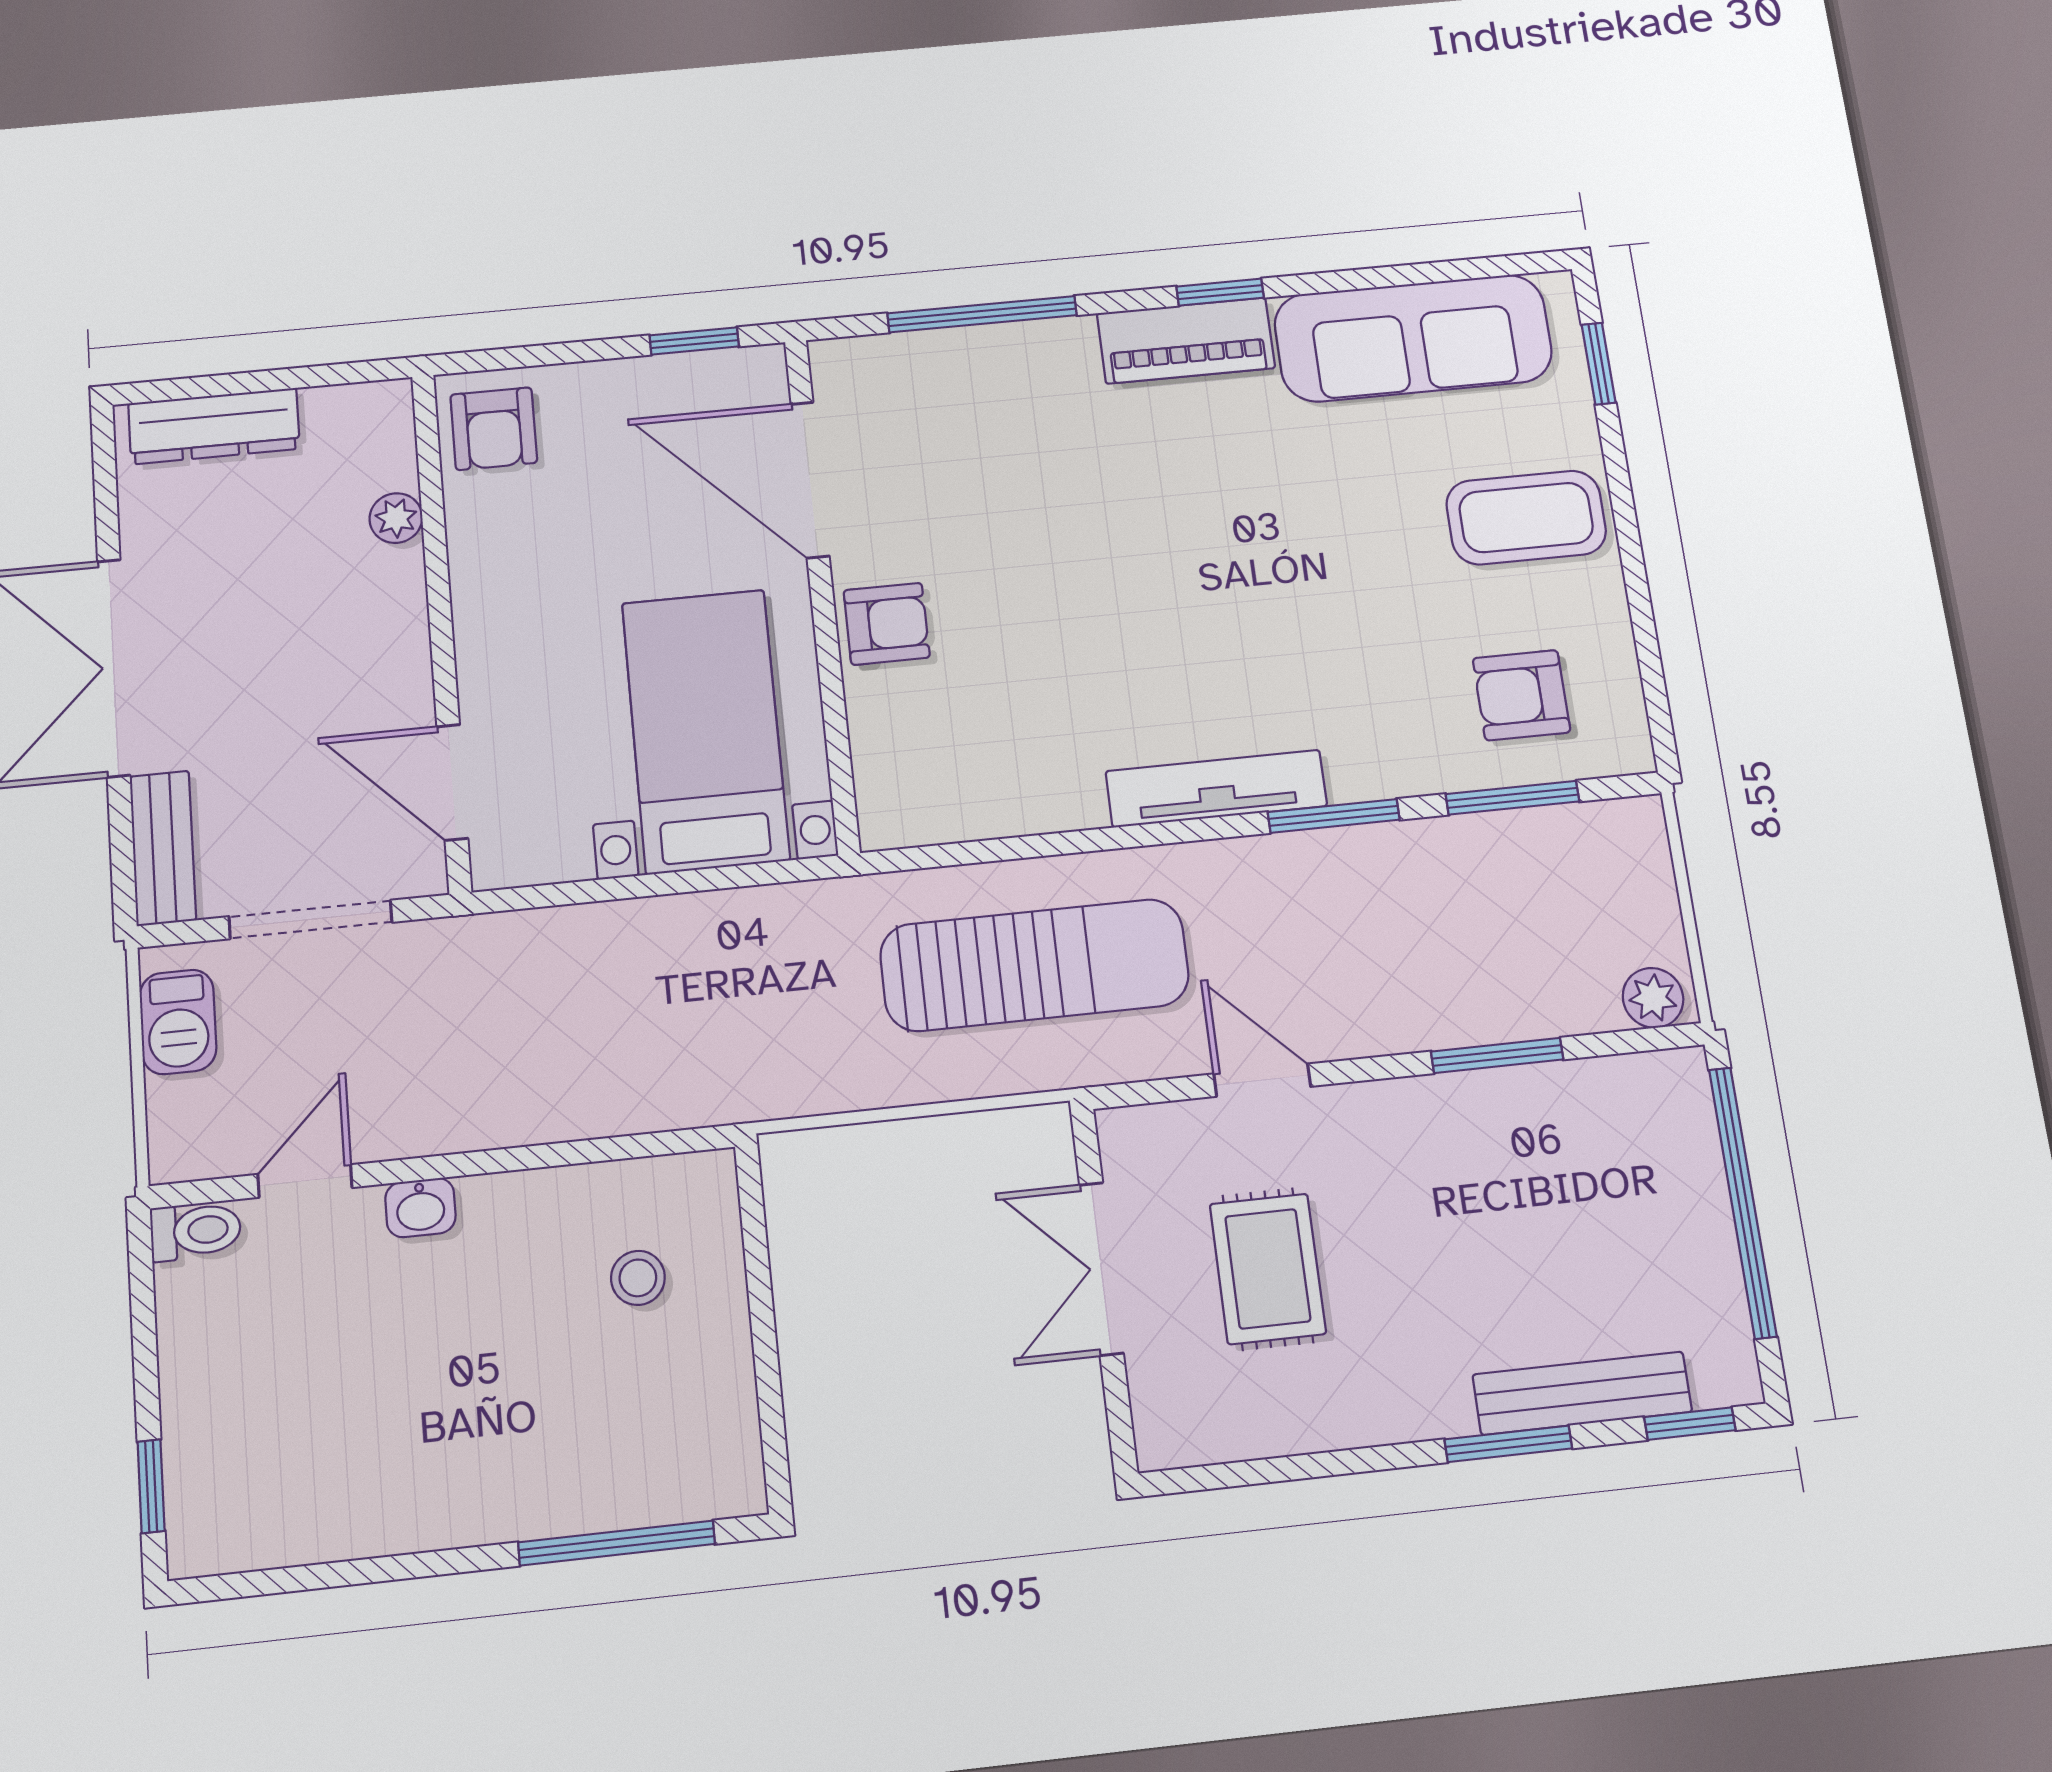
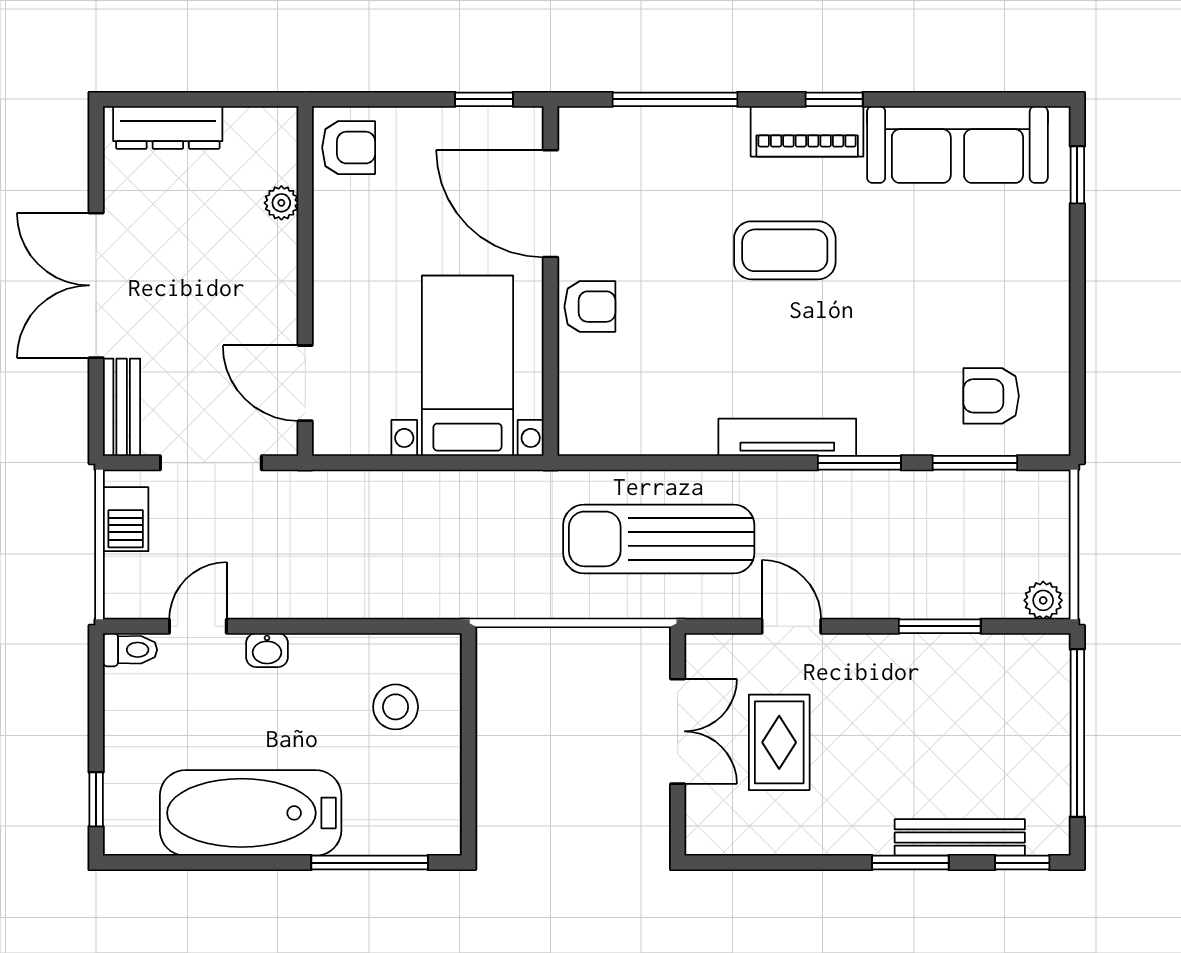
armchair: (494, 429) -> (349, 148), turned -90
coffee table: (1526, 518) -> (785, 250), moved
sun lounger: (1034, 965) -> (659, 539), turned 180
double door: (1101, 1269) -> (678, 731), swing flipped
stool: (638, 1278) -> (396, 707), width x1.37, depth x1.37
bathtub: (411, 1481) -> (251, 813), added

